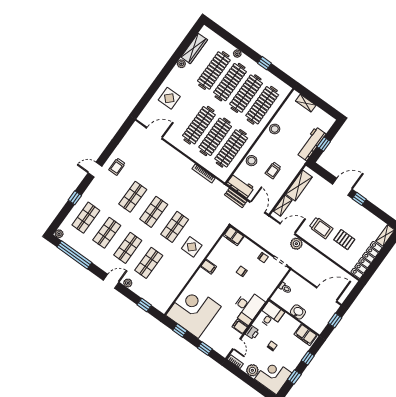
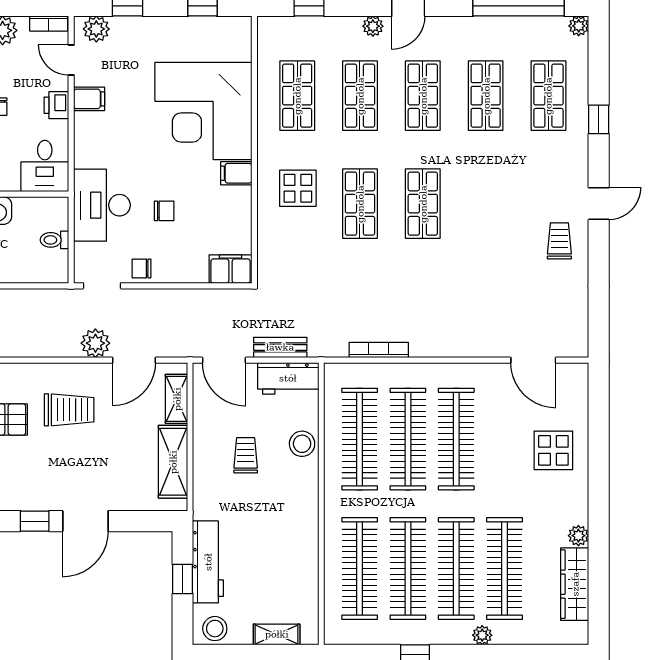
stool: (275, 129) -> (215, 629), moved
door: (154, 133) -> (533, 360), hinge flipped
shop shelf: (133, 197) -> (297, 96), moved
trolley: (321, 228) -> (69, 410), turned 180
desk: (248, 307) -> (102, 205), moved
corner desk: (193, 311) -> (203, 111), moved, turned 90
plant: (221, 348) -> (96, 29), added

